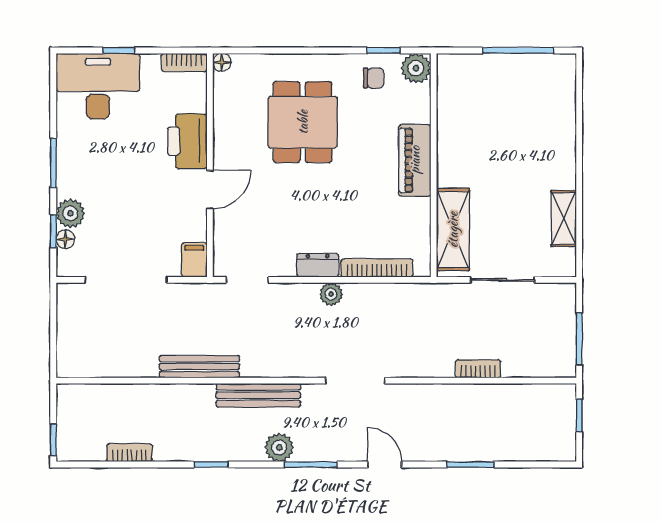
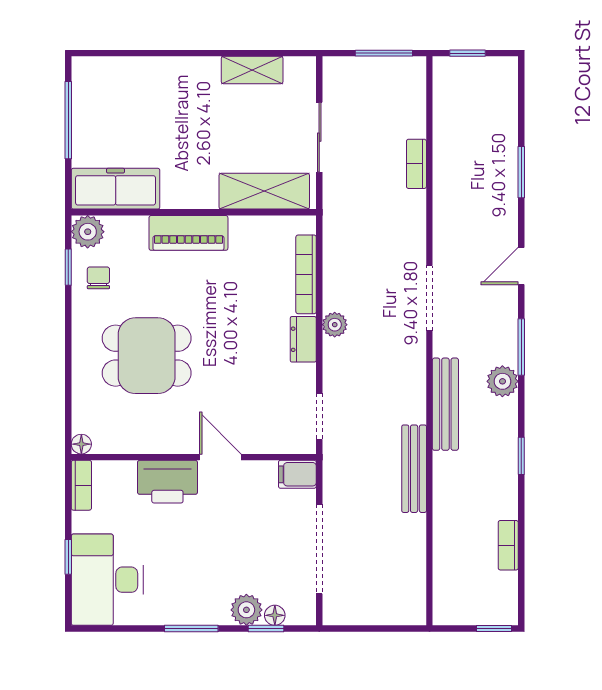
freezer: (455, 94) -> (116, 189), added

